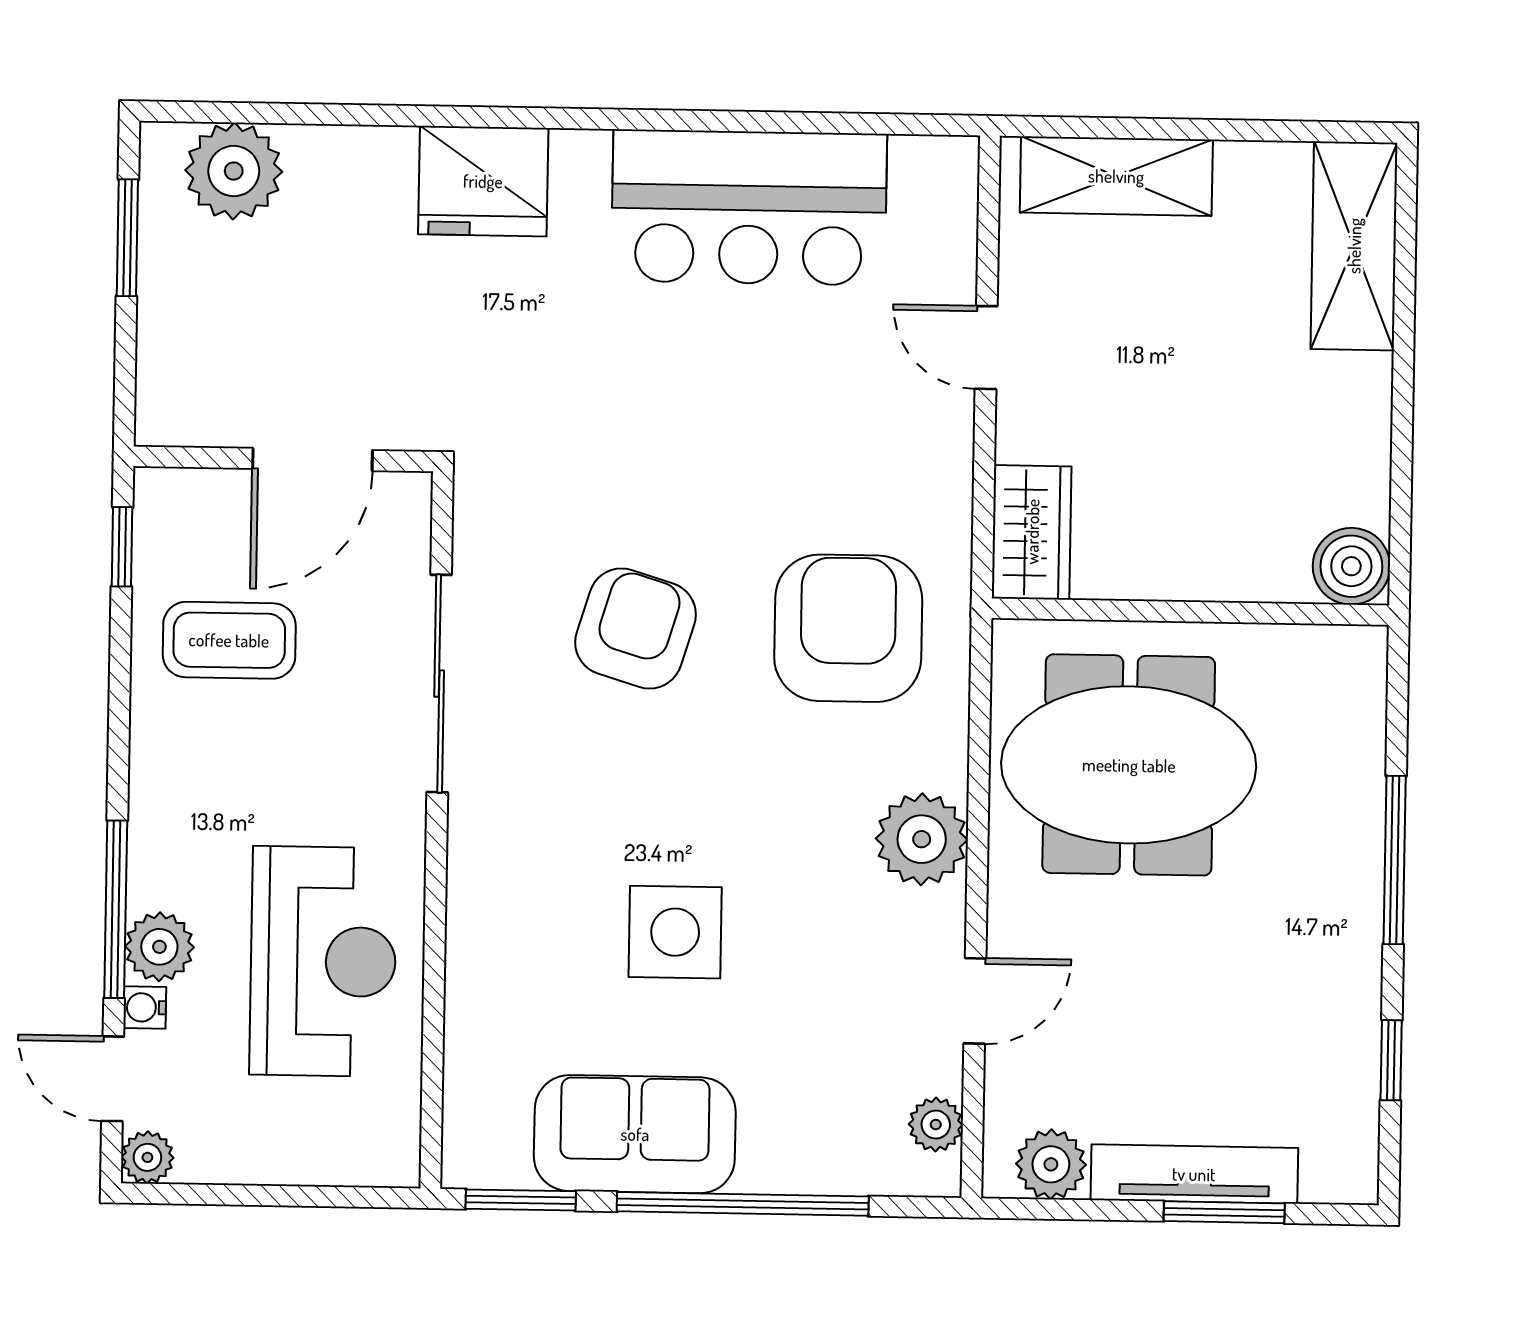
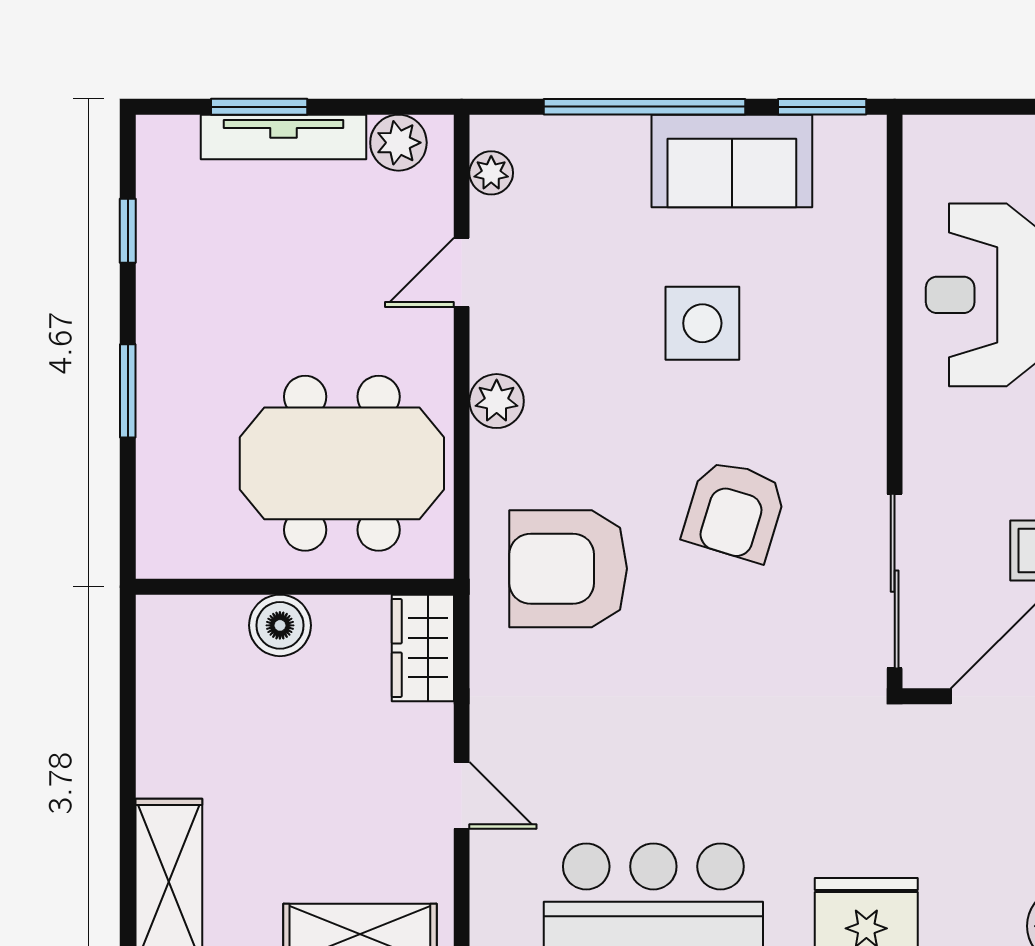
boiler: (1351, 566) -> (280, 625), moved
armchair: (635, 628) -> (735, 511), moved
armchair: (848, 628) -> (568, 569), turned 90
sliding door: (439, 684) -> (895, 581), moved
plant: (922, 839) -> (497, 401), width x0.73, depth x0.73
window: (1395, 860) -> (128, 391), width x0.69

